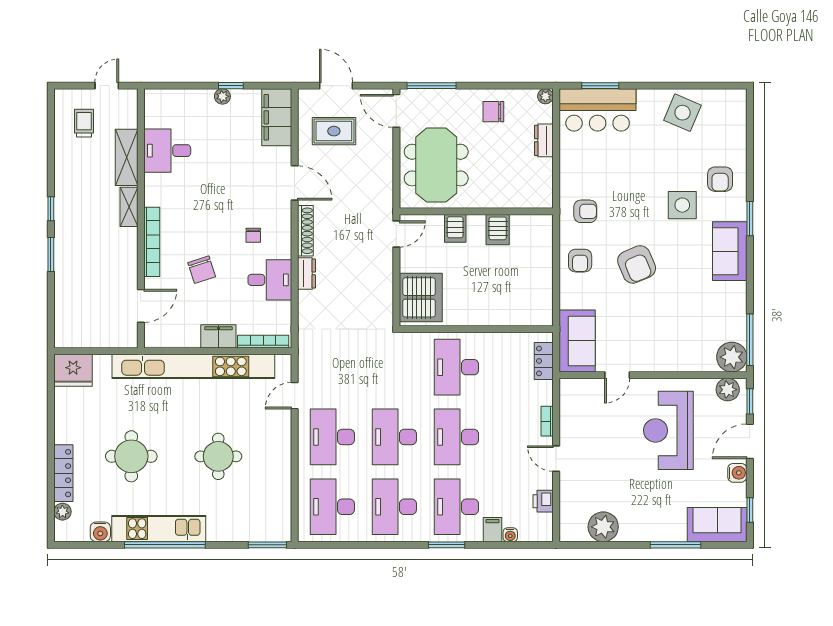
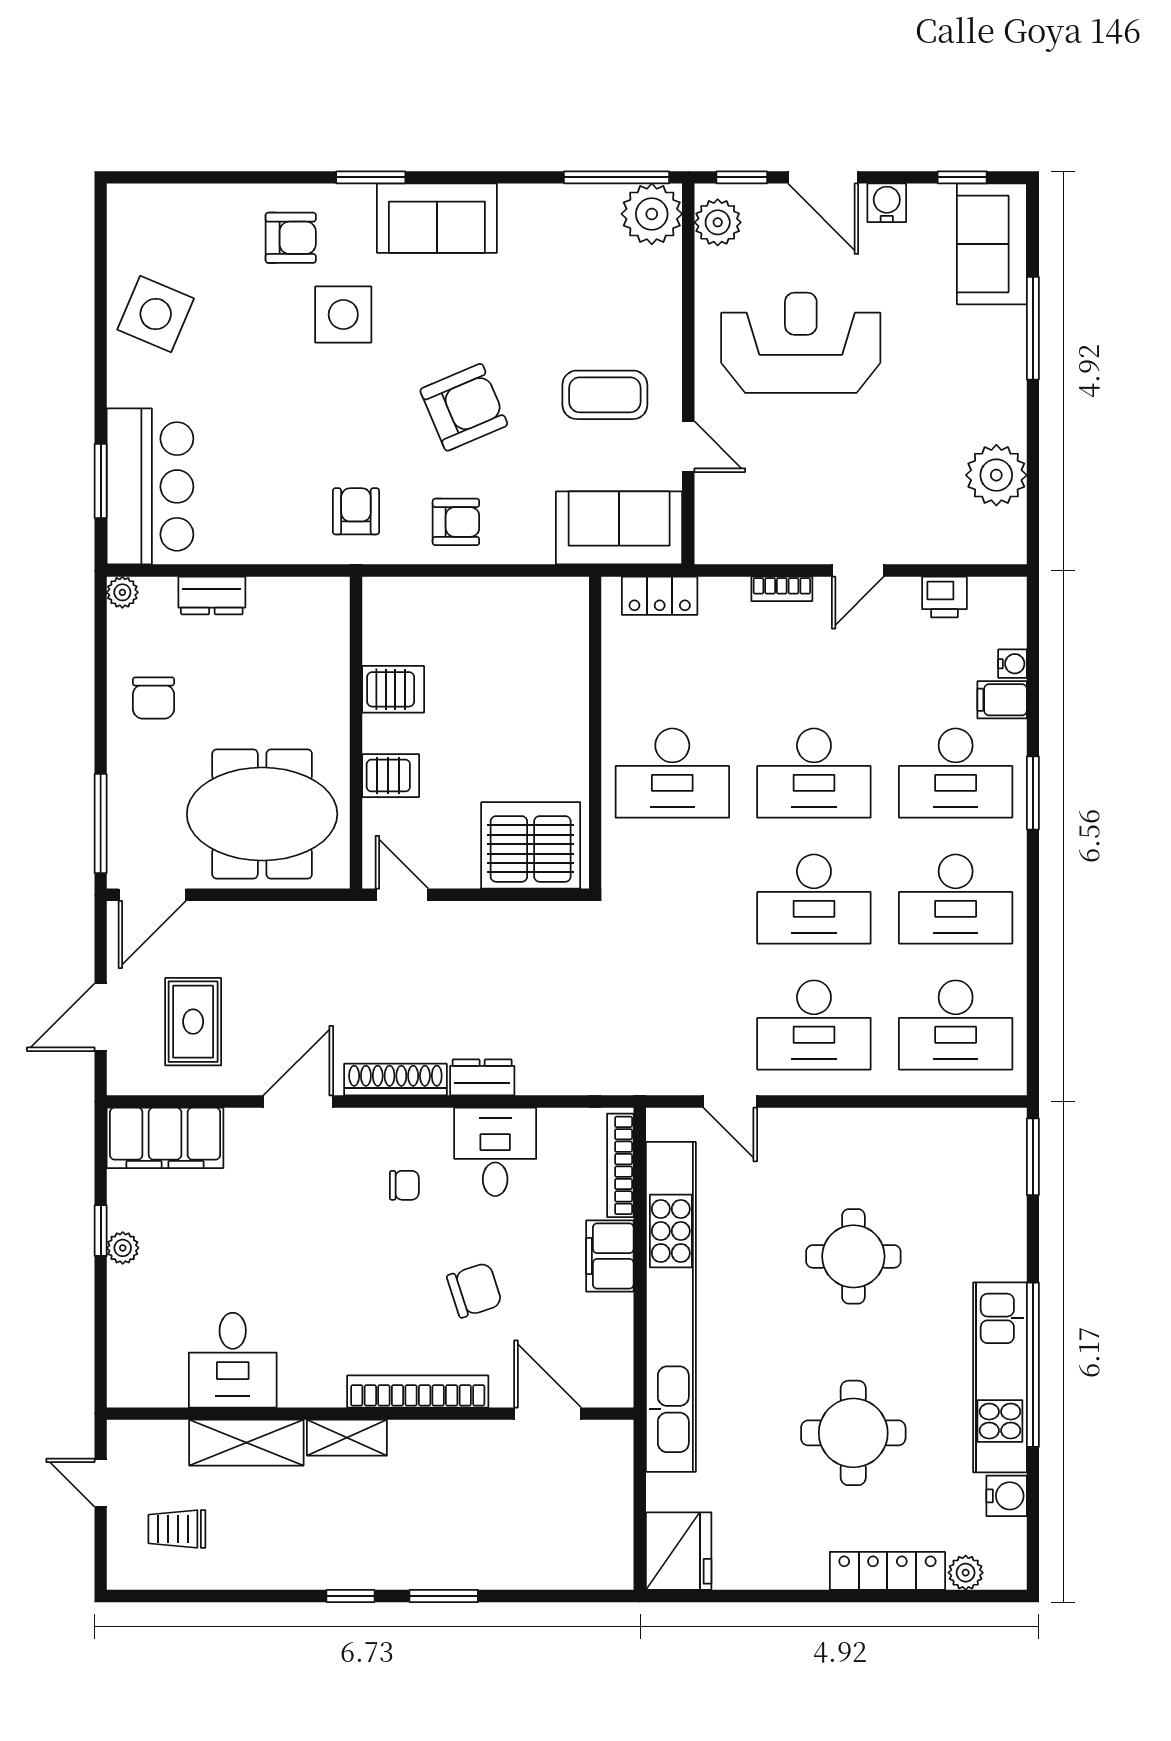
coffee table: (643, 334) -> (605, 395), added
reception desk: (668, 430) -> (801, 343), turned 180

